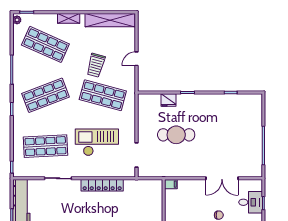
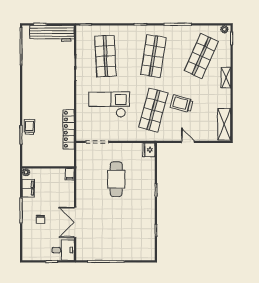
shelving: (110, 20) -> (224, 124), width x0.68
shop shelf: (45, 95) -> (153, 56), turned 30
fridge: (168, 100) -> (149, 150), moved
checkout: (97, 142) -> (109, 105), turned -90
locker: (102, 185) -> (69, 129), moved
desk: (251, 202) -> (63, 250), moved, turned -90

